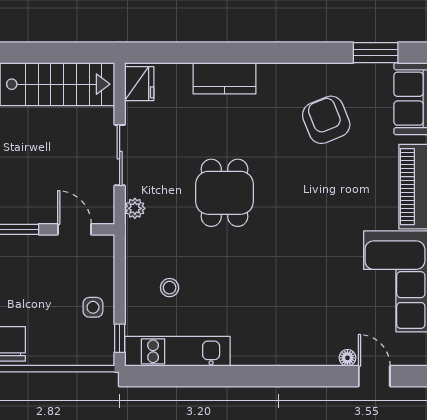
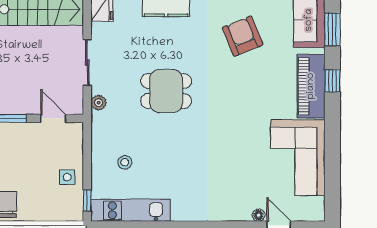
dining table: (224, 193) -> (166, 91), turned 90

